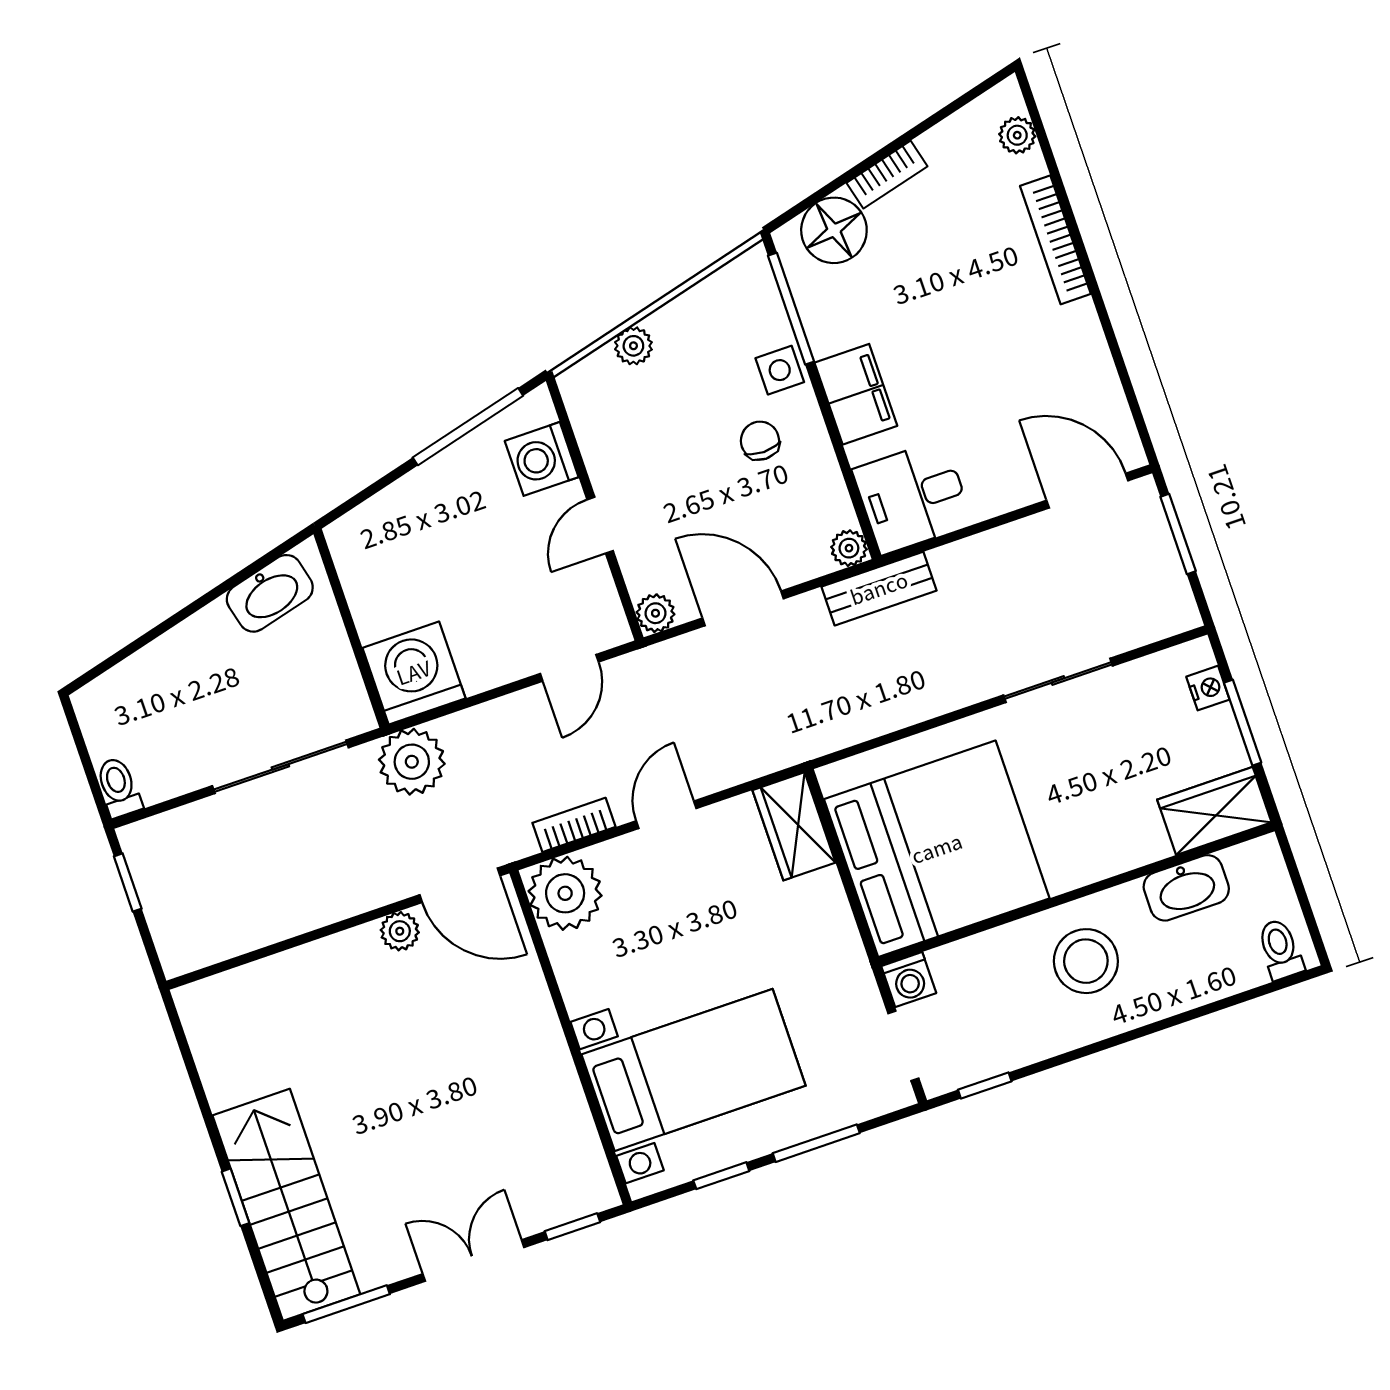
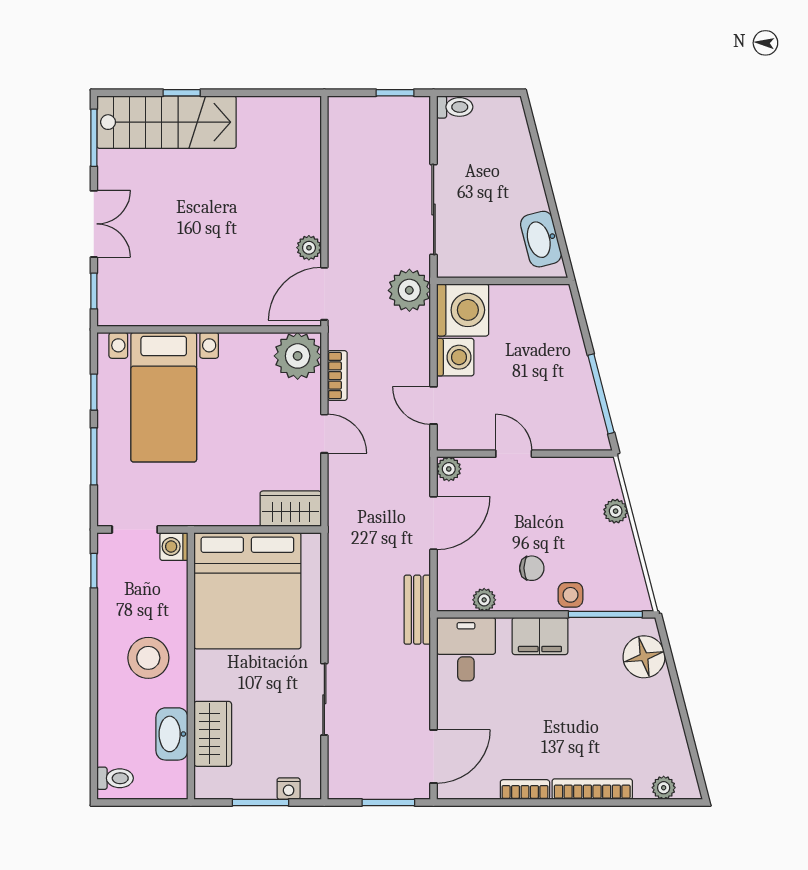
bookcase: (887, 175) -> (525, 790), moved, turned 104
washing machine: (542, 459) -> (455, 357), moved, turned 90
plant: (849, 548) -> (484, 600), moved
wardrobe: (1214, 811) -> (213, 734), moved

